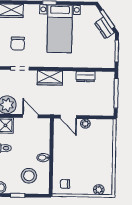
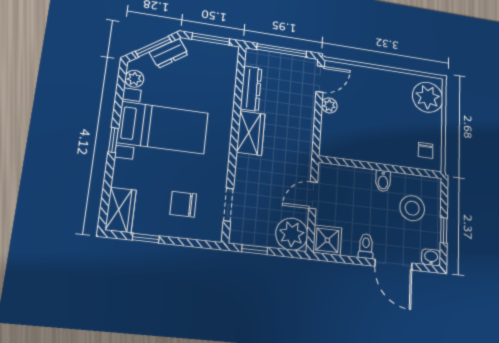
plant: (86, 10) -> (134, 79), added
chair: (18, 44) -> (183, 204), turned 180
dresser: (85, 76) -> (251, 89), width x1.44
wardrobe: (50, 78) -> (251, 133), moved
door: (68, 117) -> (320, 79), moved
plant: (99, 190) -> (428, 97), width x1.88, depth x1.88

